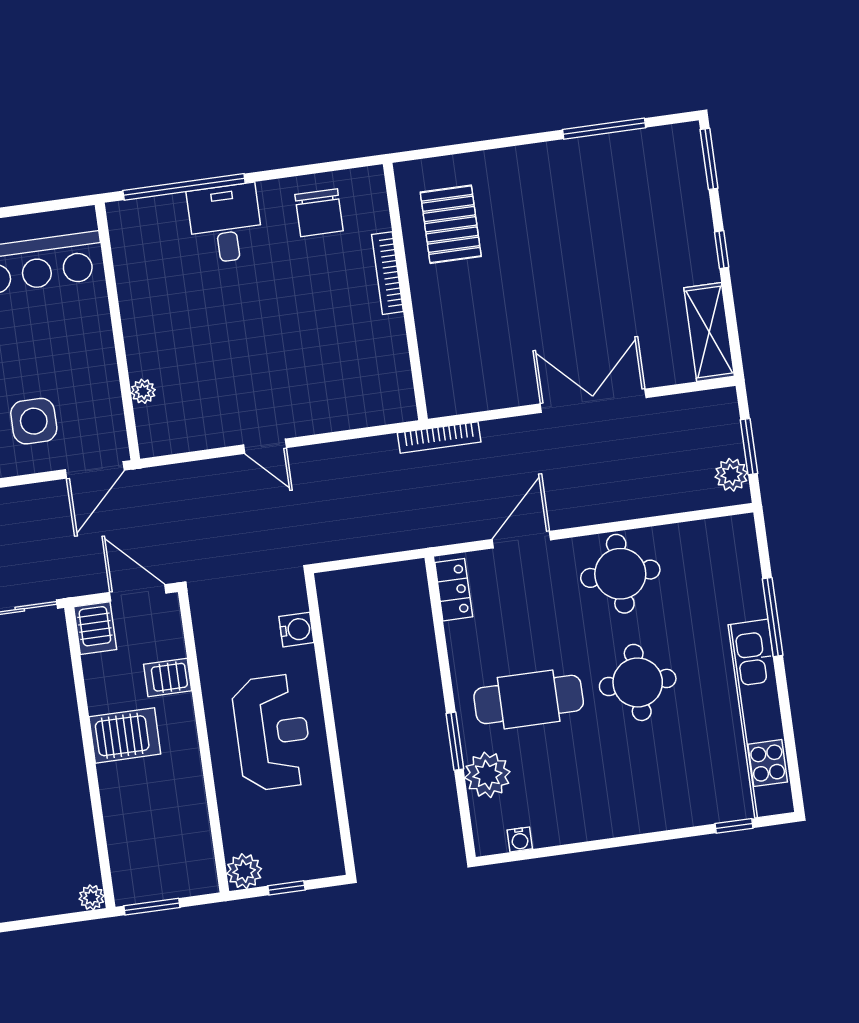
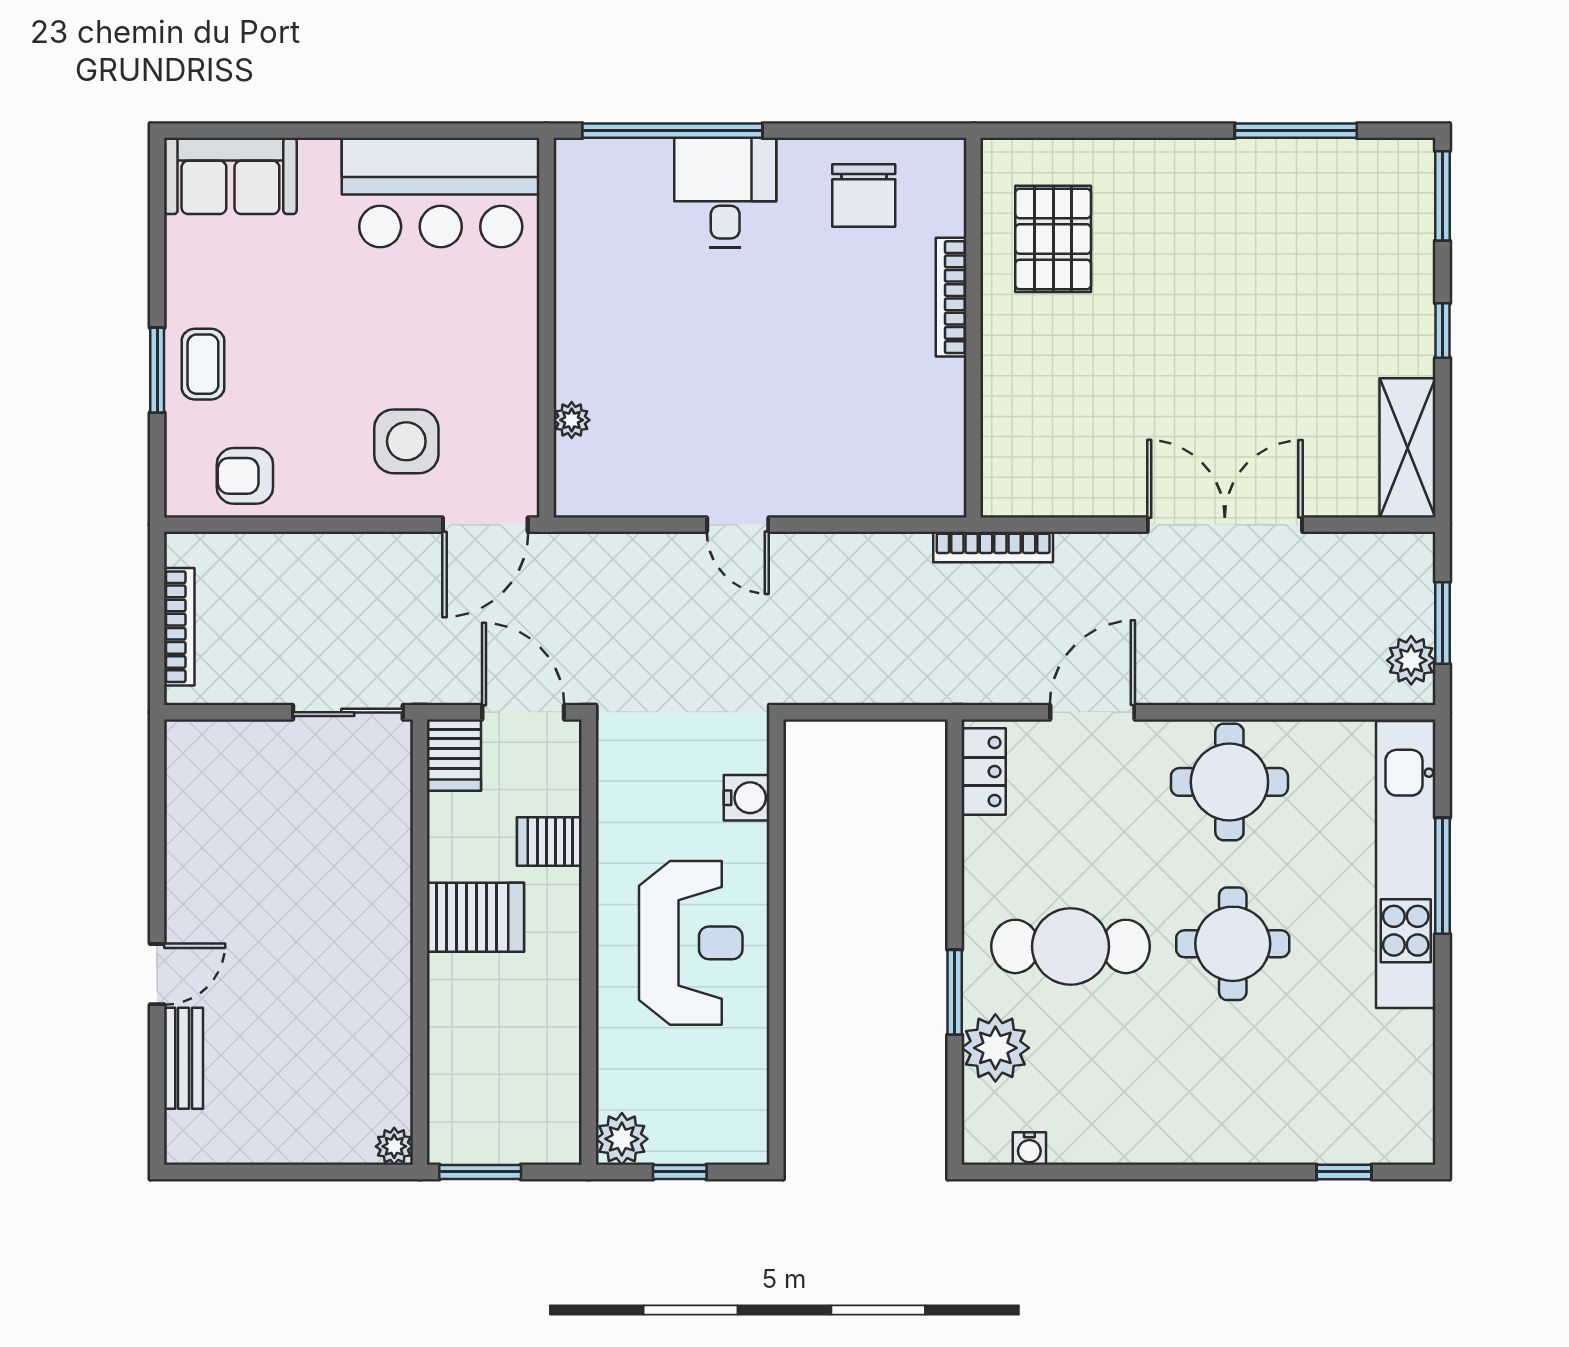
kitchen unit: (762, 719) -> (1406, 865), moved

